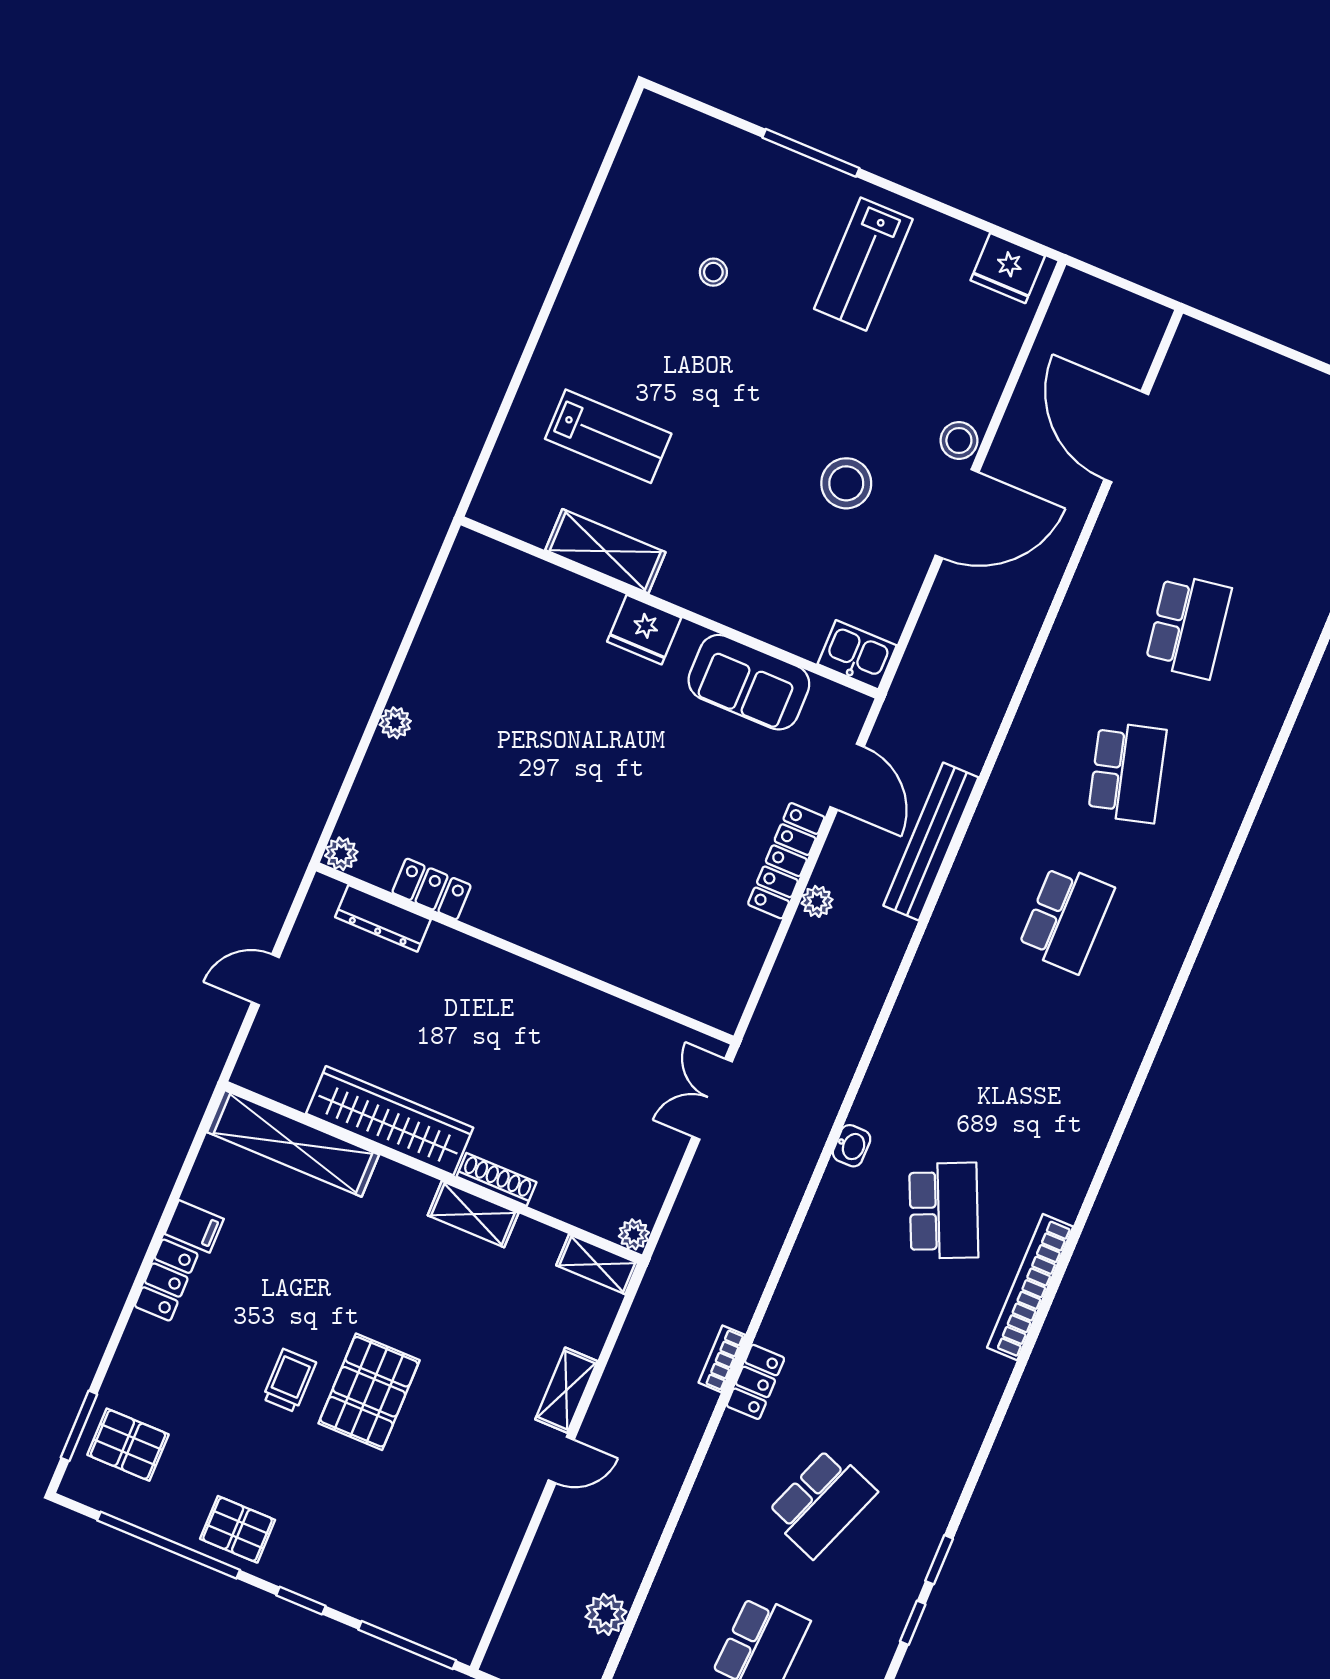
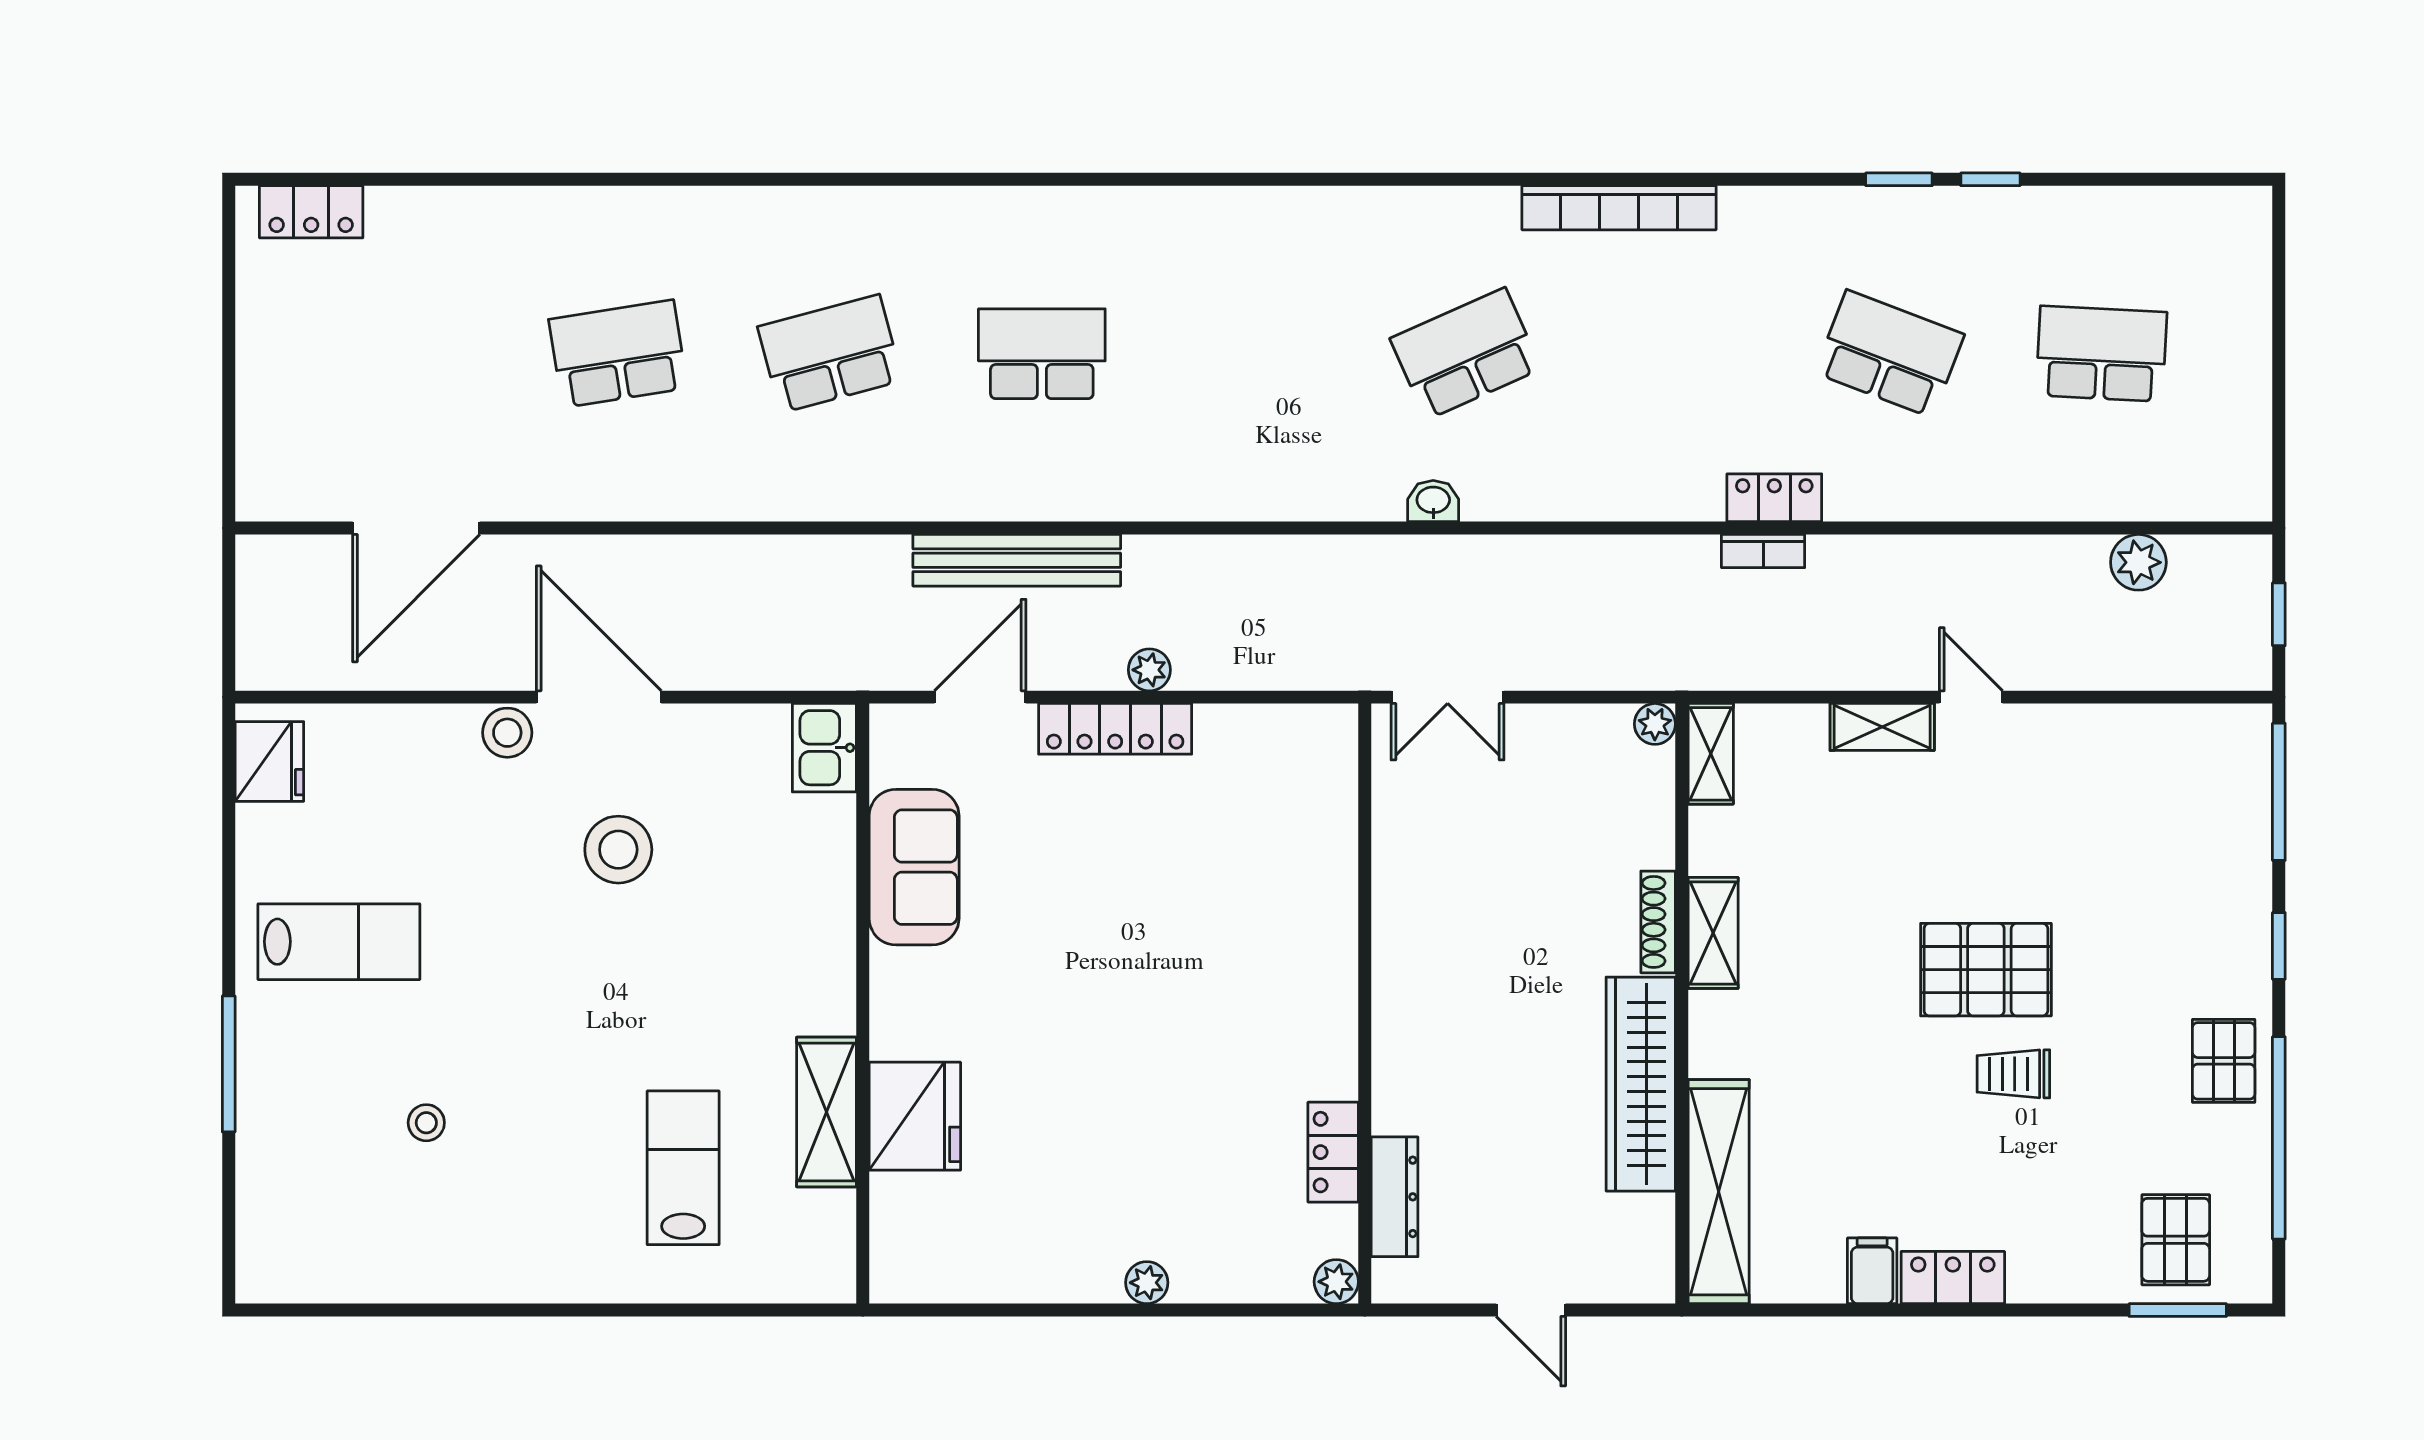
fridge: (644, 630) -> (915, 1116), moved, width x1.36, depth x1.34
bookcase: (1030, 1287) -> (1619, 208), moved

